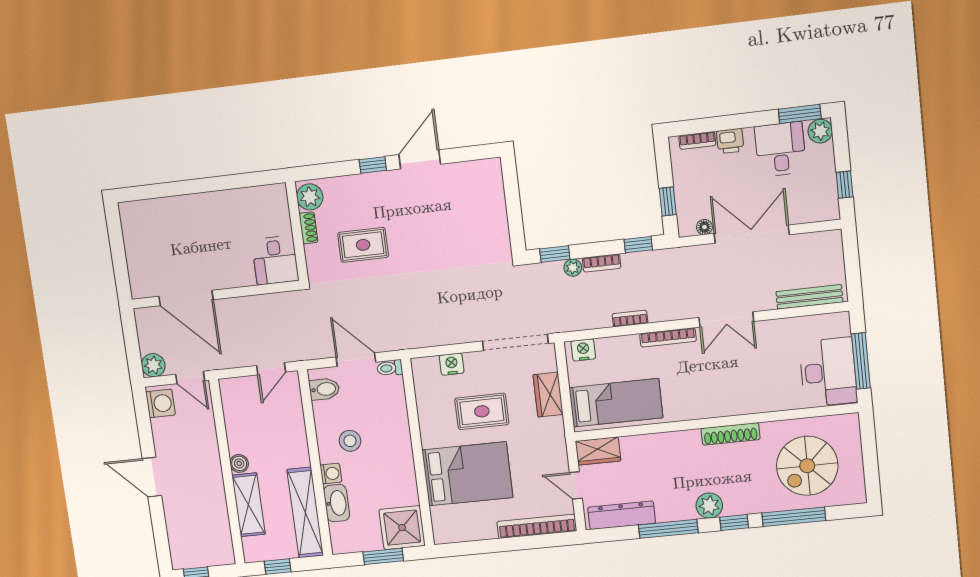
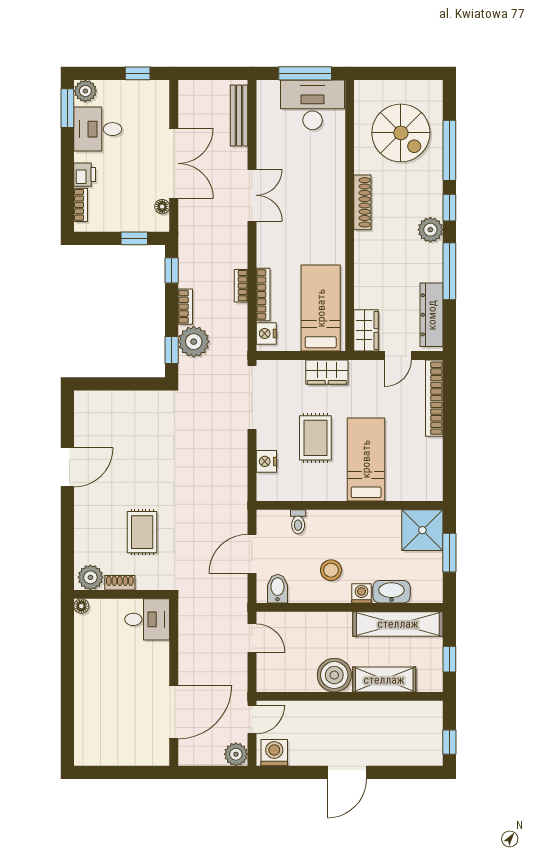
door: (420, 159) -> (67, 467), swing flipped
window: (373, 165) -> (67, 513), removed
floor lamp: (279, 191) -> (81, 606), added
double door: (752, 234) -> (174, 163), swing flipped
plant: (573, 268) -> (194, 342), width x1.88, depth x1.88
bookcase: (668, 337) -> (263, 294), moved
toilet: (390, 368) -> (298, 522), moved
wardrobe: (548, 395) -> (327, 372), moved
boiler: (239, 463) -> (334, 675), width x1.86, depth x1.86
bed: (467, 474) -> (366, 459), width x0.67

